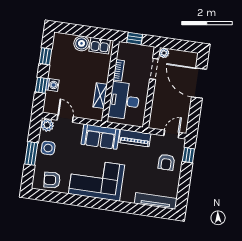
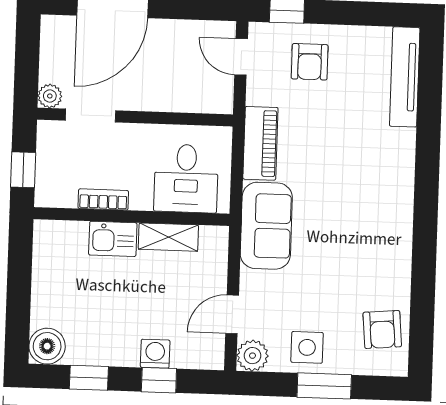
boiler: (82, 43) -> (47, 346), moved
kitchen sink: (100, 46) -> (113, 239), moved, turned 90
desk: (124, 101) -> (186, 178), width x0.73
armchair: (166, 162) -> (310, 62), turned 90
corner sofa: (97, 179) -> (369, 224), removed

